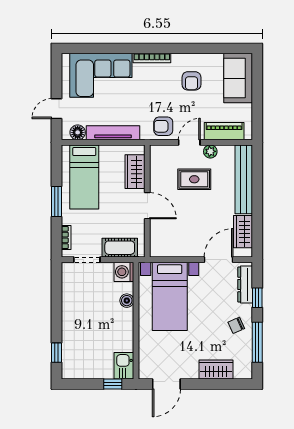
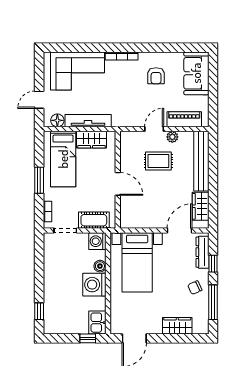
armchair: (163, 126) -> (132, 115), removed
wardrobe: (135, 172) -> (92, 140), moved, turned -90
washing machine: (120, 322) -> (94, 285), added

